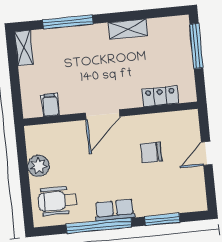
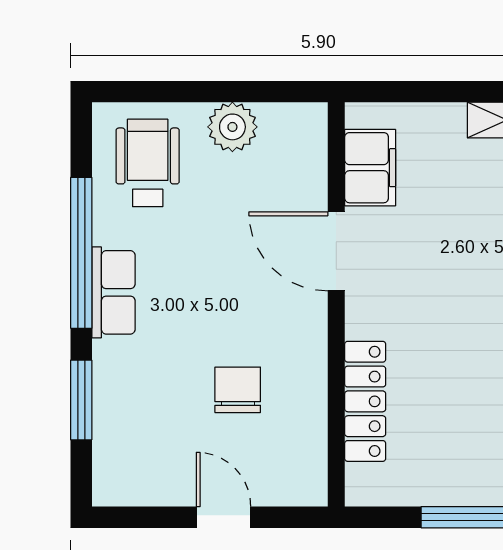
locker: (160, 96) -> (365, 401), width x1.53
filing cabinet: (50, 105) -> (370, 168), width x2.00
door: (103, 115) -> (336, 251), moved

